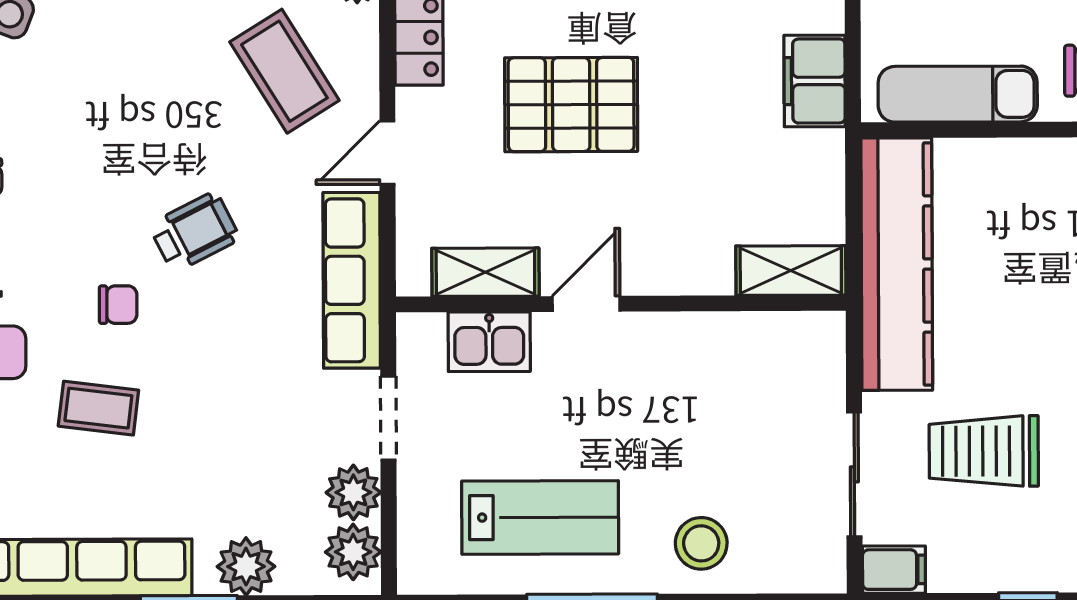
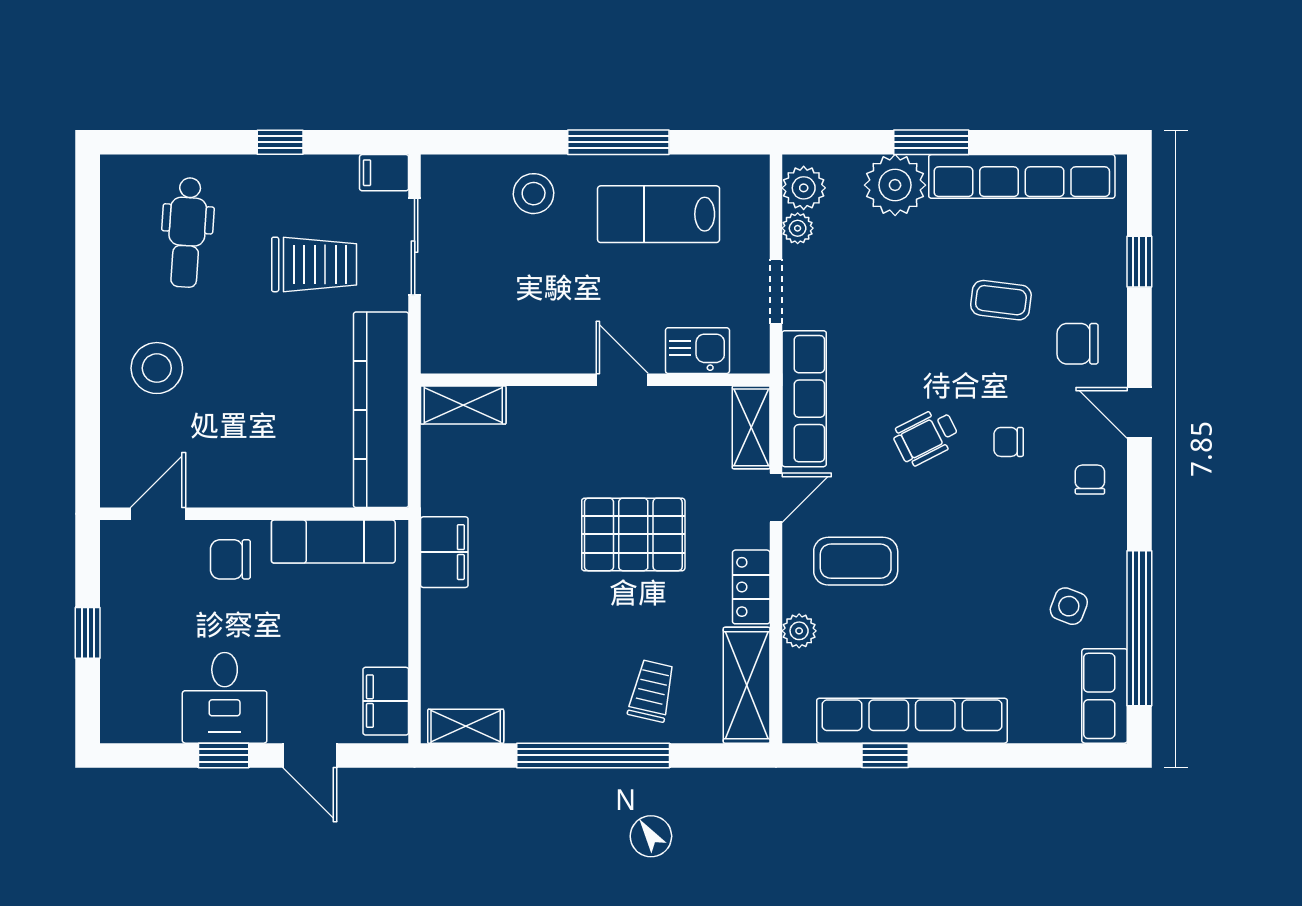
coffee table: (284, 71) -> (856, 561), turned -58
shelving: (485, 272) -> (751, 427), moved, turned 90
door: (586, 304) -> (622, 380), swing flipped
chair: (118, 305) -> (1009, 442), moved
plant: (353, 492) -> (798, 228), width x0.73, depth x0.73
plant: (246, 567) -> (895, 185), width x1.36, depth x1.36

